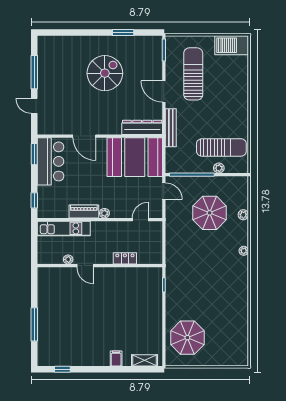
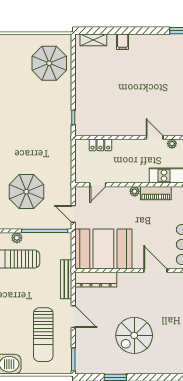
locker: (125, 258) -> (100, 145), moved

